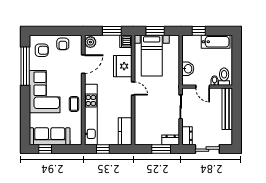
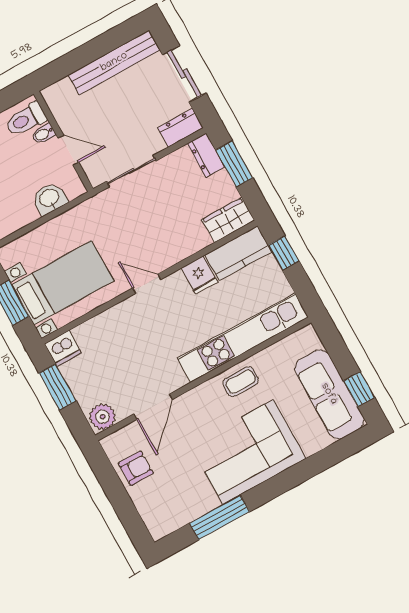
armchair: (42, 50) -> (171, 502), removed
door: (83, 64) -> (153, 407), swing flipped
window: (25, 66) -> (219, 517), width x0.68
fridge: (123, 66) -> (199, 275), moved, width x0.53, depth x0.75
door: (203, 87) -> (68, 150), hinge flipped
door: (133, 88) -> (147, 284), hinge flipped
bench: (227, 109) -> (114, 62), moved
wardrobe: (140, 134) -> (228, 220), added
window: (103, 149) -> (284, 253), moved

